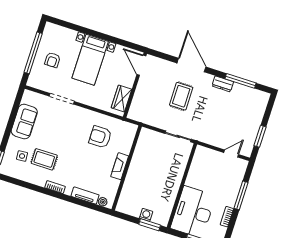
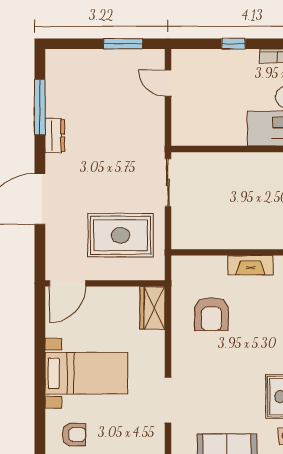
armchair: (52, 60) -> (74, 435), moved
rug: (181, 96) -> (120, 235), moved, width x1.36, depth x1.43
wardrobe: (122, 98) -> (152, 308), moved, turned 90
window: (241, 195) -> (233, 44), width x0.46

